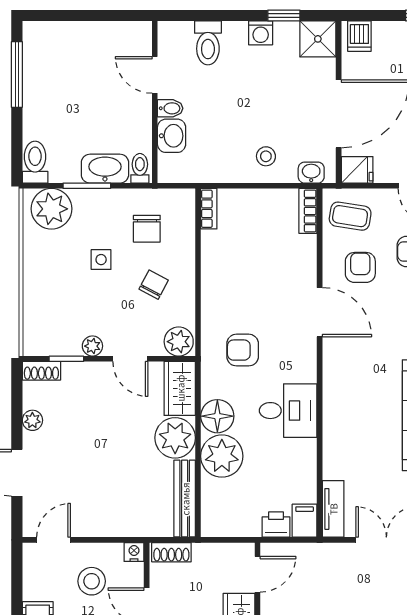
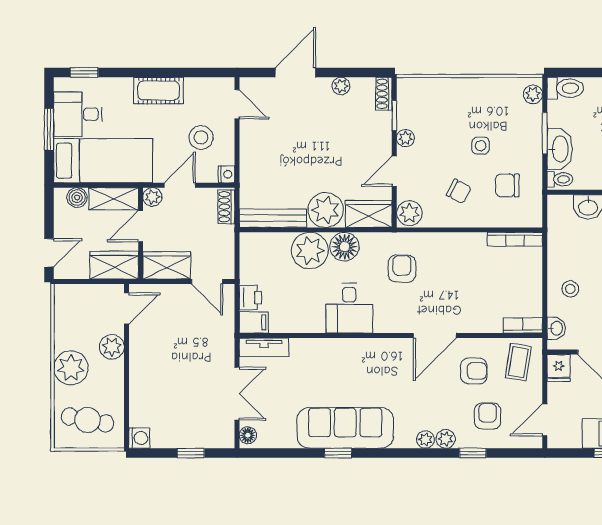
plant: (51, 209) -> (533, 94), width x0.53, depth x0.53
bookcase: (209, 209) -> (515, 239), width x1.56

